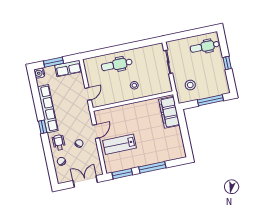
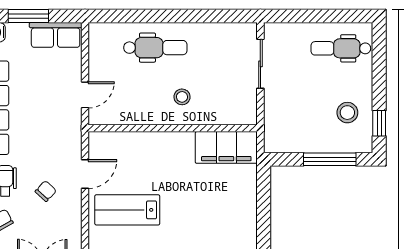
window: (227, 63) -> (379, 123), moved
dental chair: (117, 65) -> (155, 48), turned 180
stool: (190, 85) -> (347, 113), moved
filing cabinet: (169, 112) -> (226, 147), moved, turned -90

